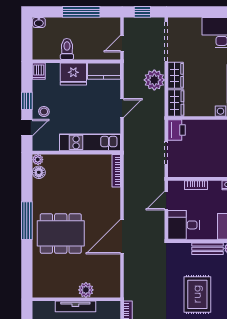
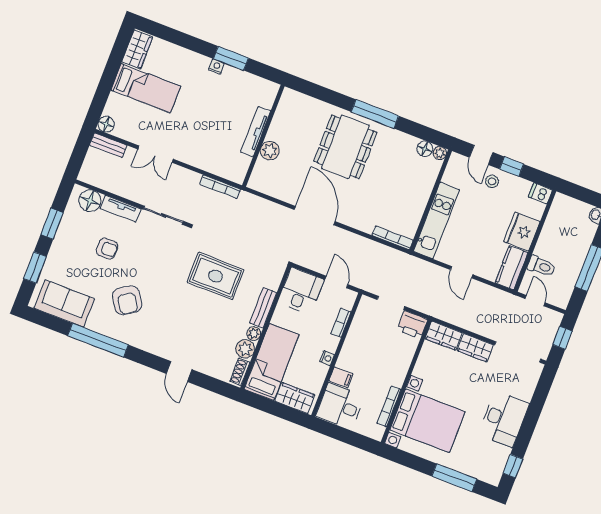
toilet: (67, 49) -> (541, 266), moved
plant: (154, 80) -> (479, 321), removed

